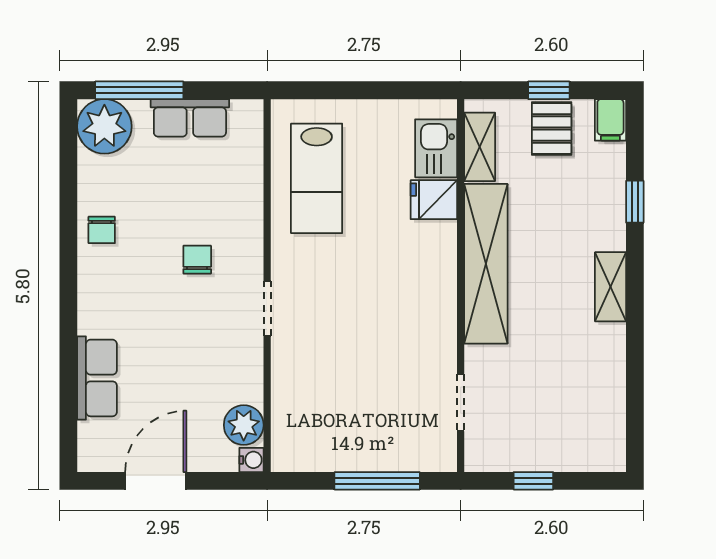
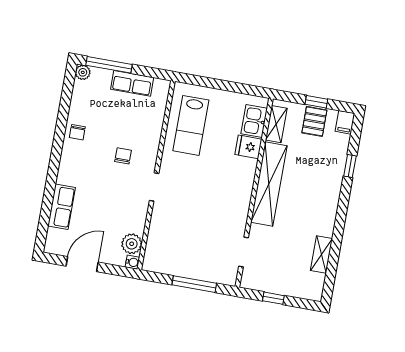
plant: (104, 126) -> (83, 72), width x0.53, depth x0.53
shelving: (610, 287) -> (321, 254), moved

